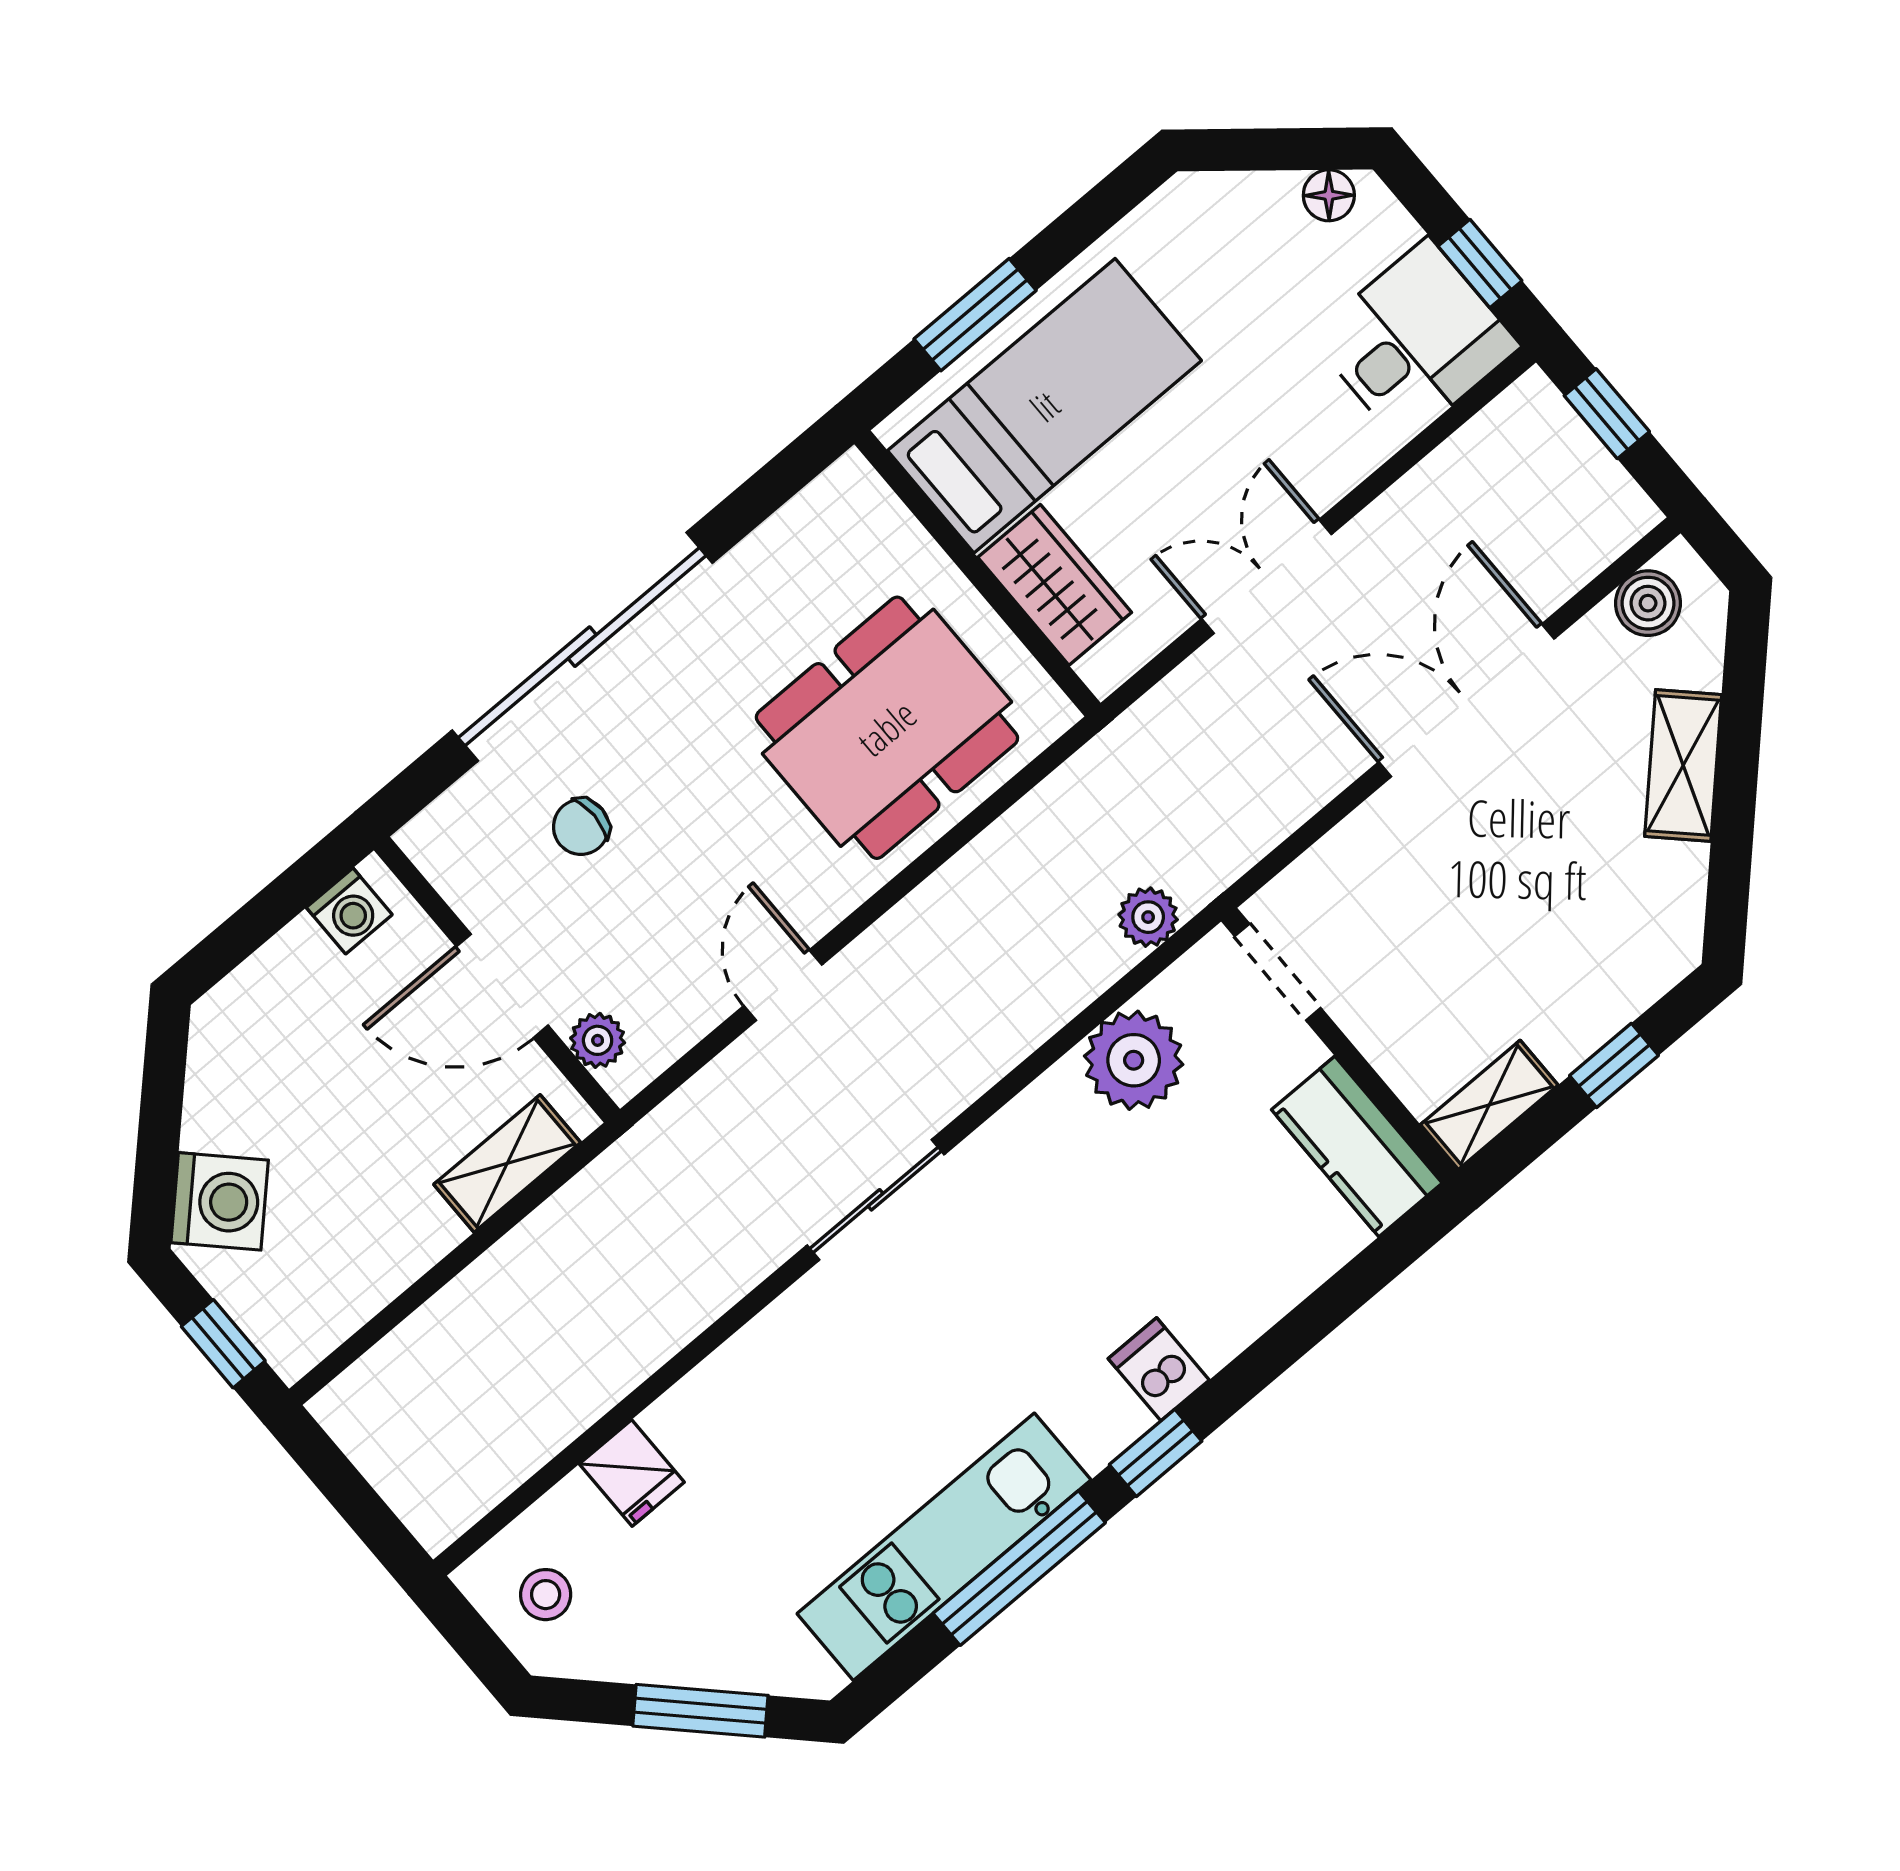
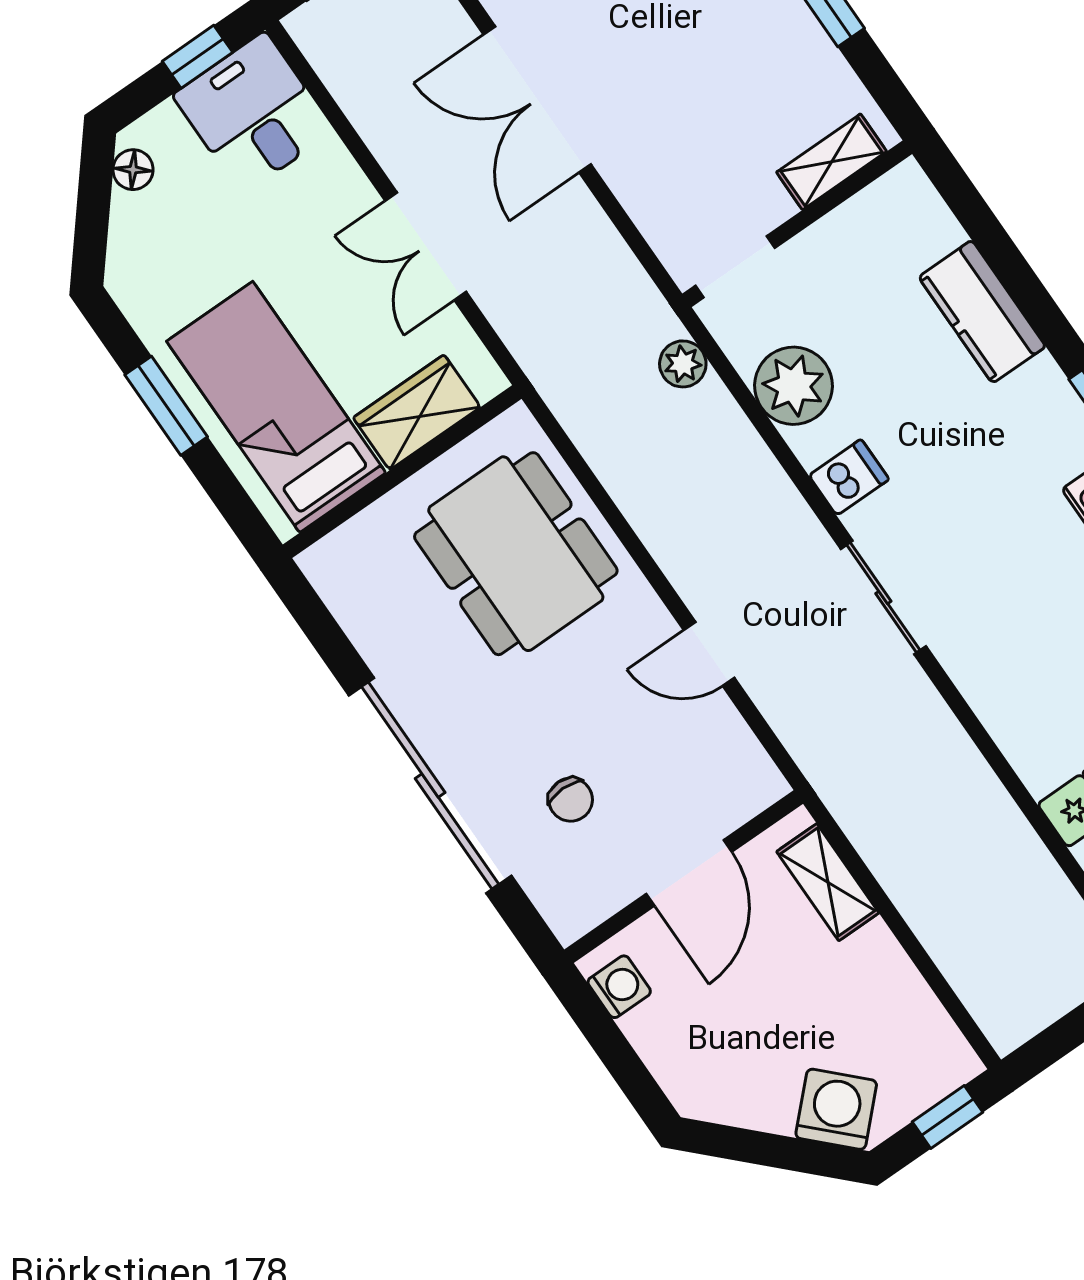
window: (975, 315) -> (166, 406), moved
plant: (598, 1040) -> (738, 803), removed
shelving: (1489, 1105) -> (832, 162), moved, turned 90
kitchen counter: (1357, 1146) -> (982, 312), moved, turned 90
dishwasher: (1159, 1369) -> (849, 477), moved, turned 180

